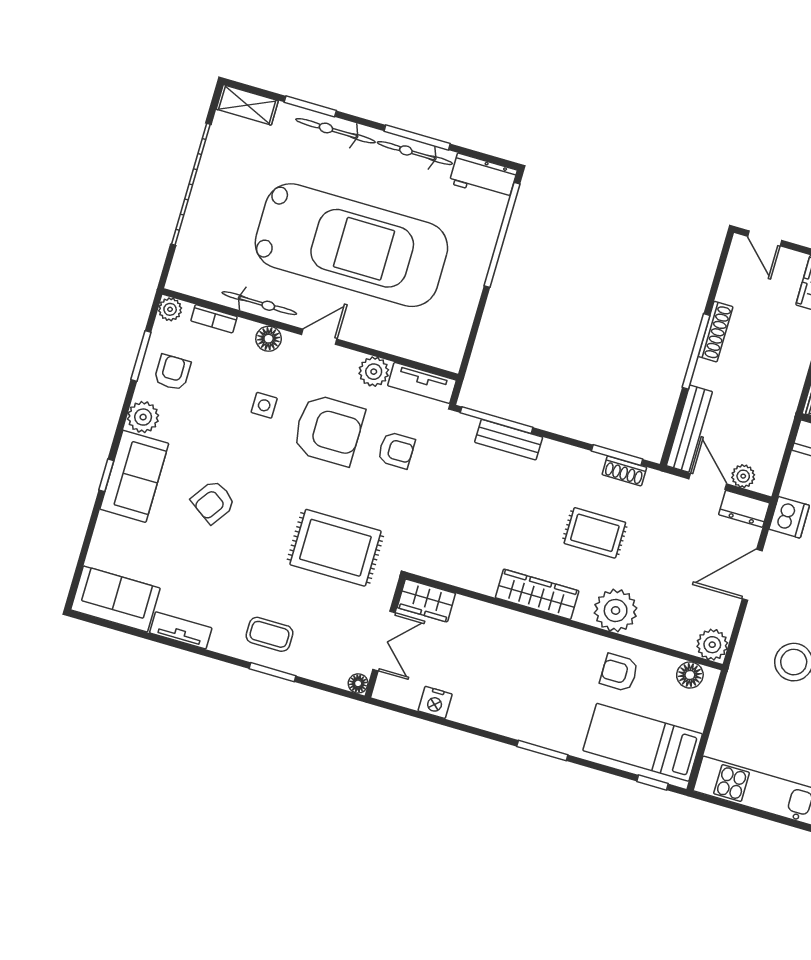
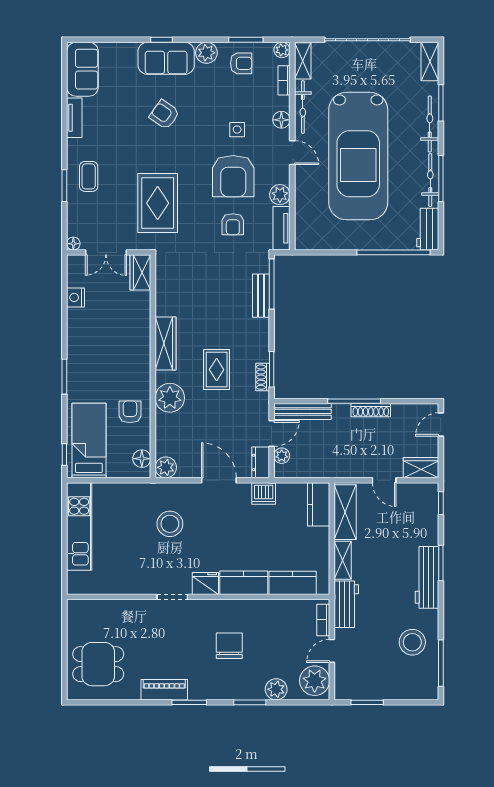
shelving: (194, 284) -> (303, 61), added

